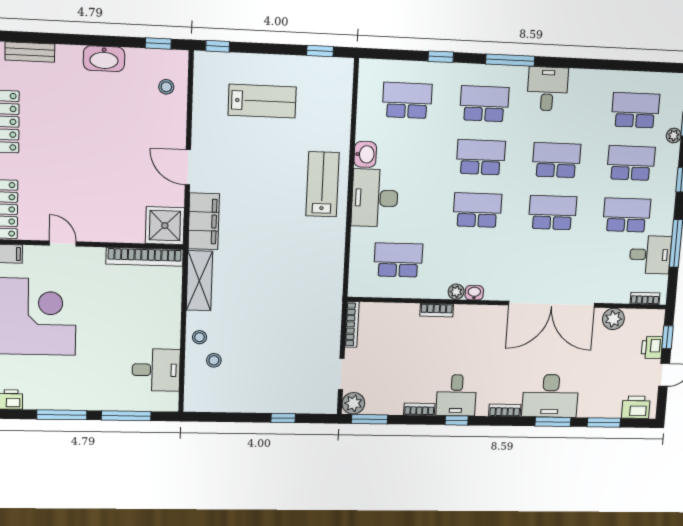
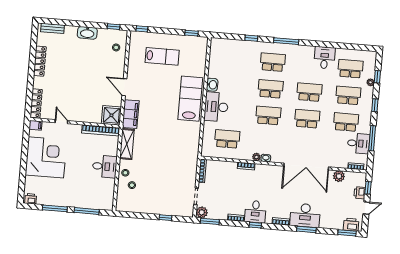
desk: (548, 89) -> (325, 58), moved
school desk: (407, 100) -> (234, 59), removed
lab bench: (323, 184) -> (190, 99), width x1.36, depth x1.39
desk: (156, 370) -> (105, 166), moved
window: (604, 423) -> (347, 233), moved

